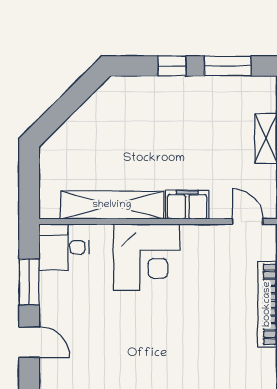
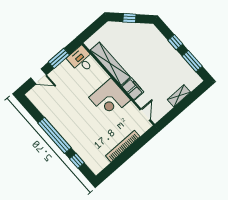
window: (65, 107) -> (129, 18), added
corner desk: (147, 257) -> (110, 99), moved
door: (29, 342) -> (38, 76), hinge flipped

